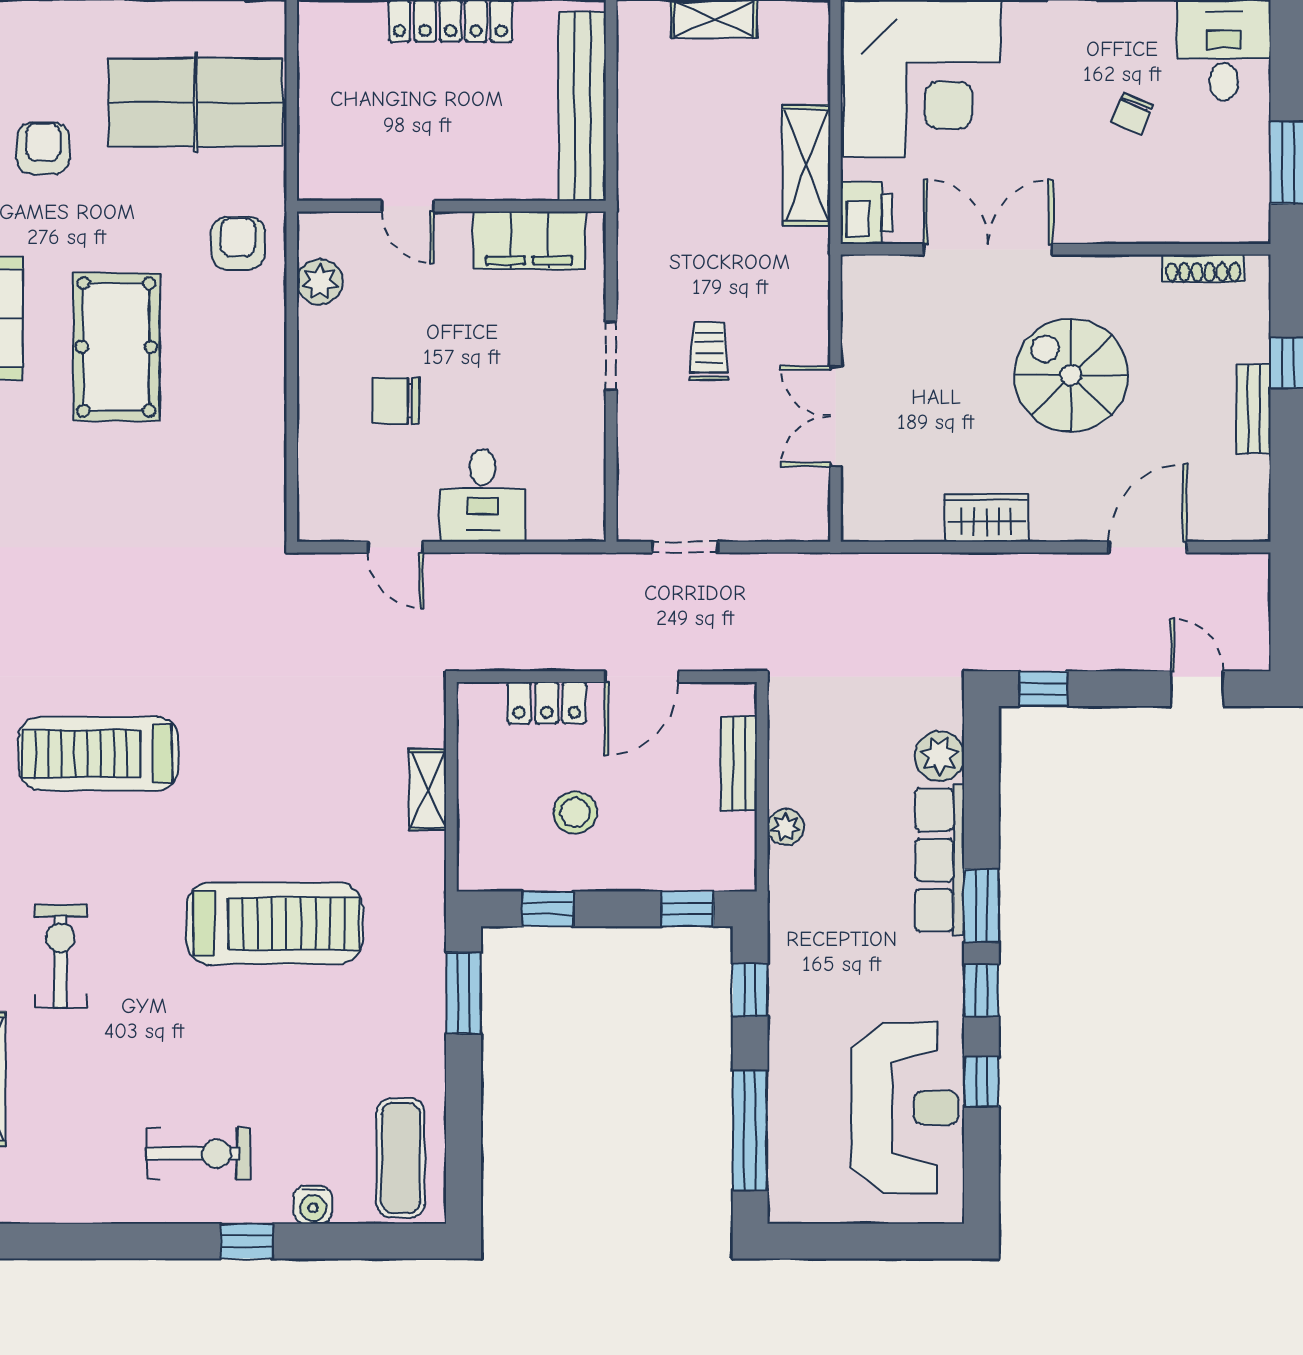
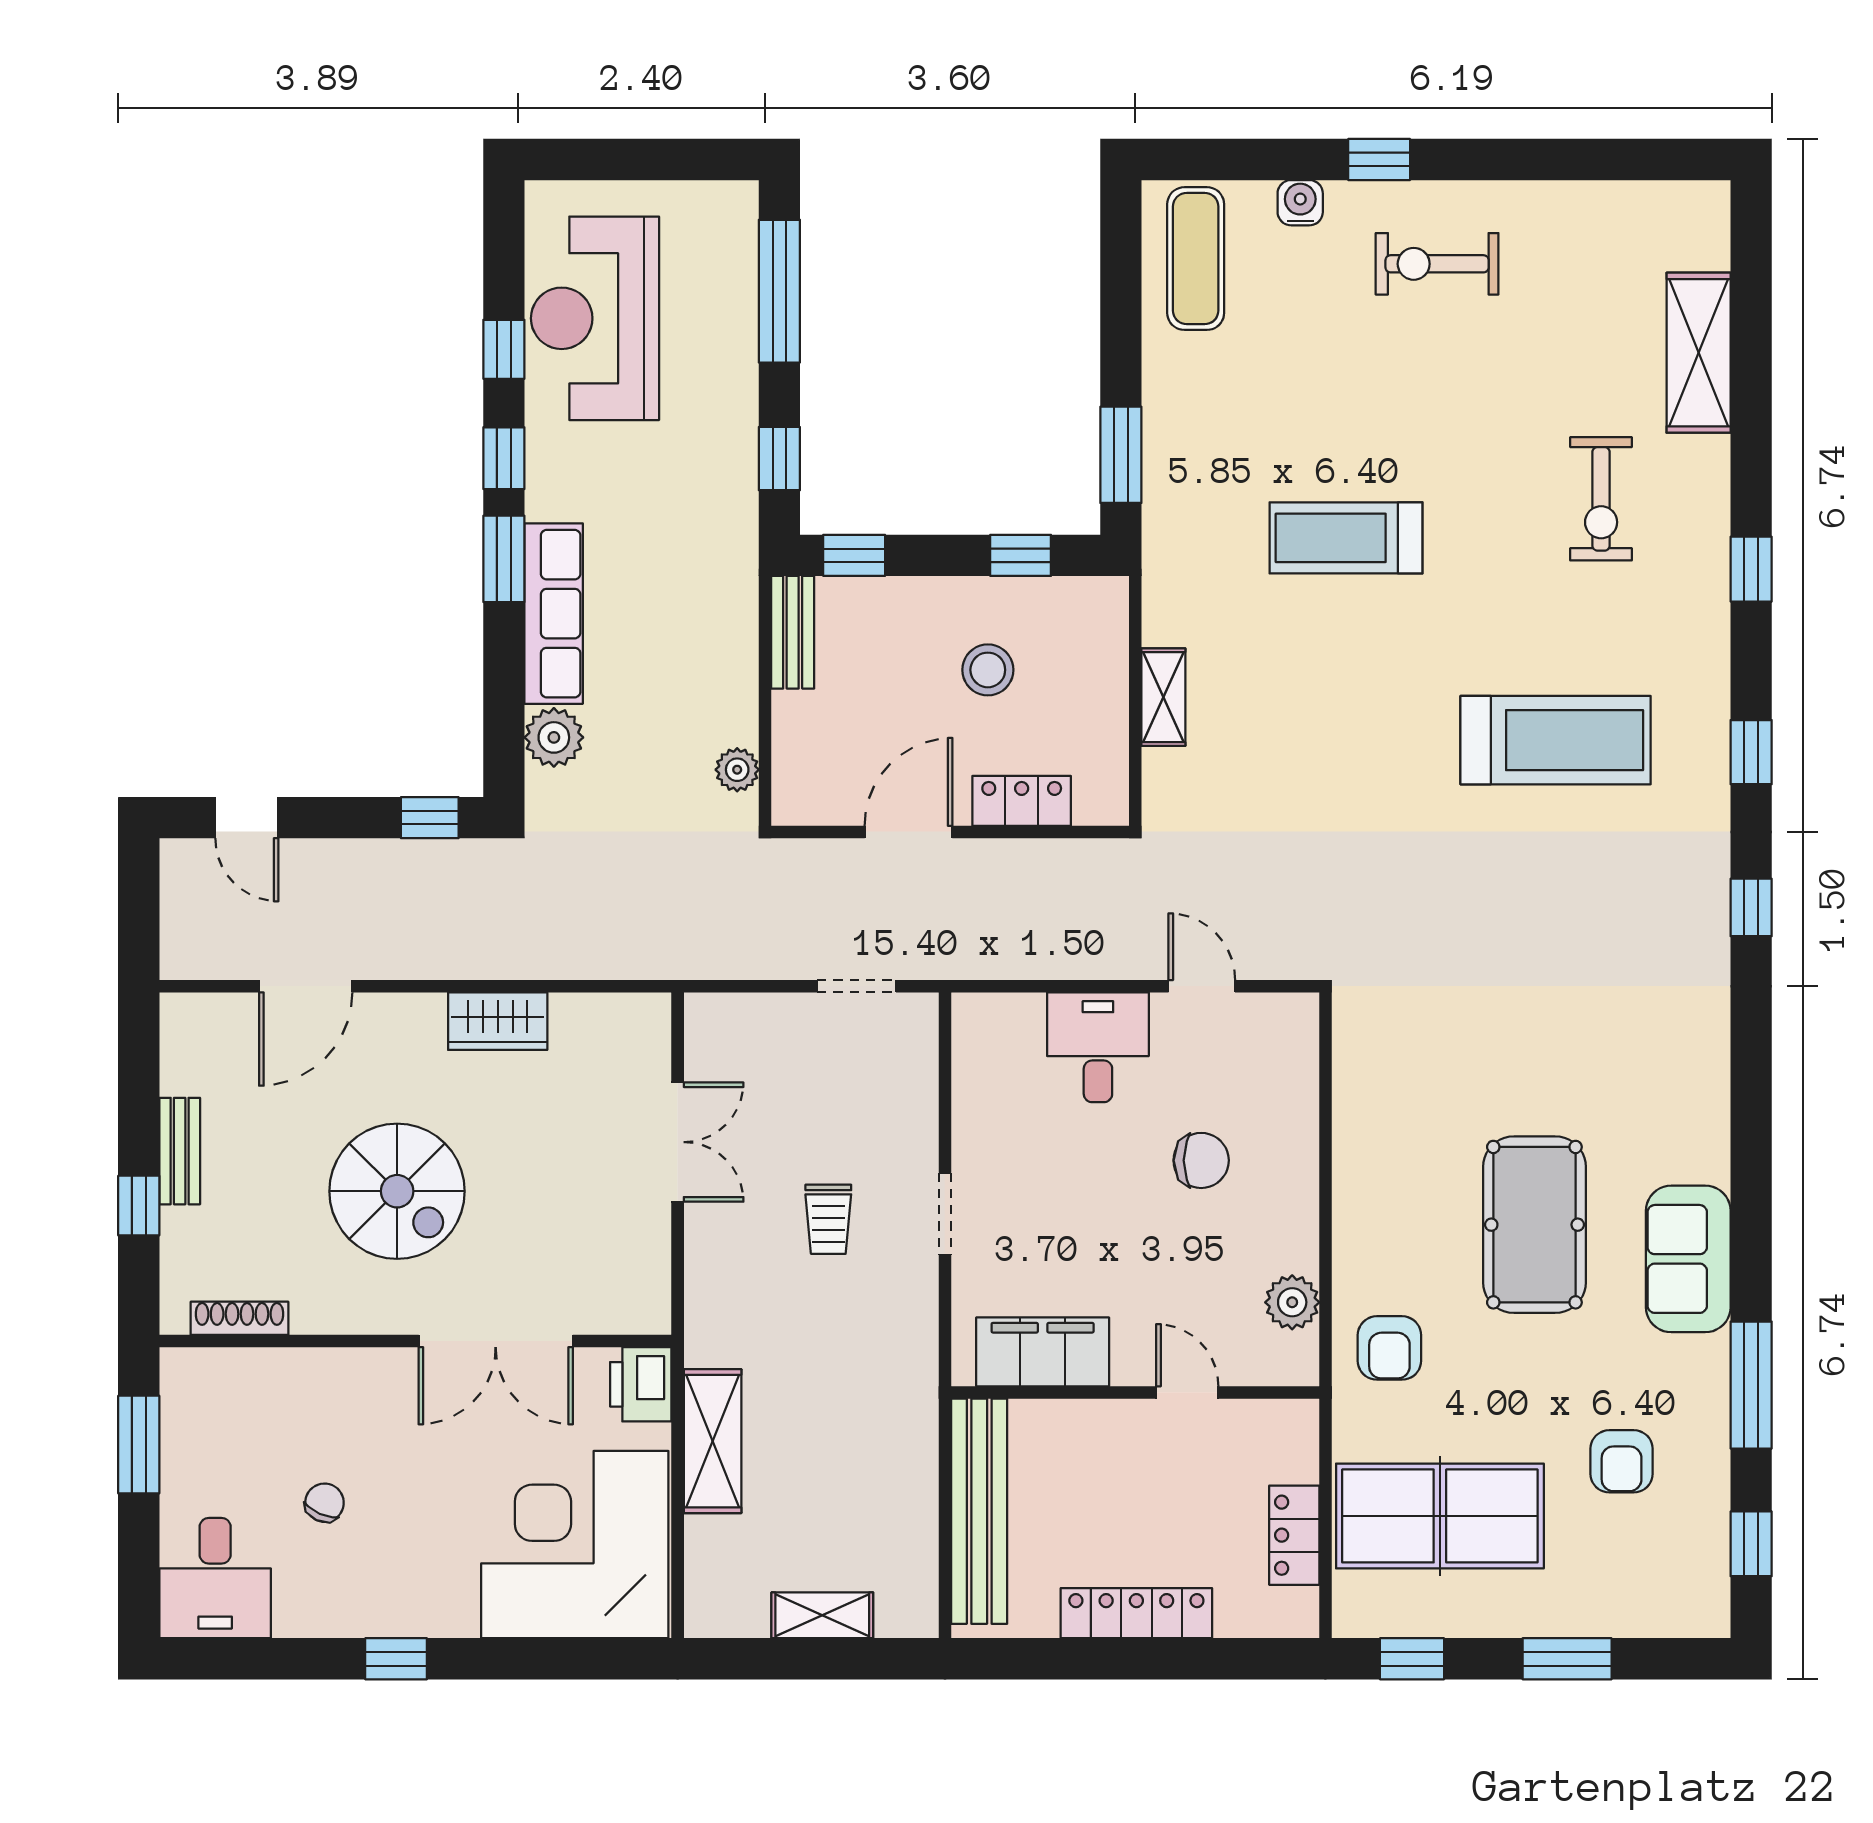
locker: (318, 86) -> (1294, 1535), added
bench: (739, 764) -> (793, 632), moved
plant: (786, 827) -> (737, 770), moved
treadmill: (274, 924) -> (1346, 538), width x0.73, depth x0.73

